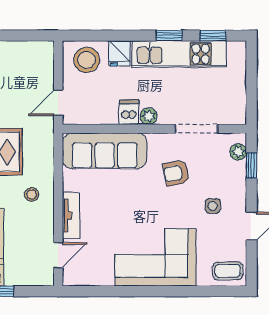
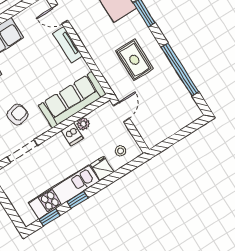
stool: (87, 60) -> (121, 151), width x0.53, depth x0.53
plant: (149, 116) -> (83, 124), moved
stool: (32, 194) -> (101, 42), removed
door: (58, 255) -> (60, 14), hinge flipped

